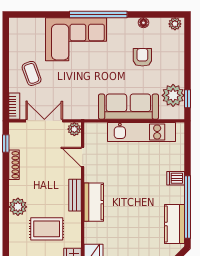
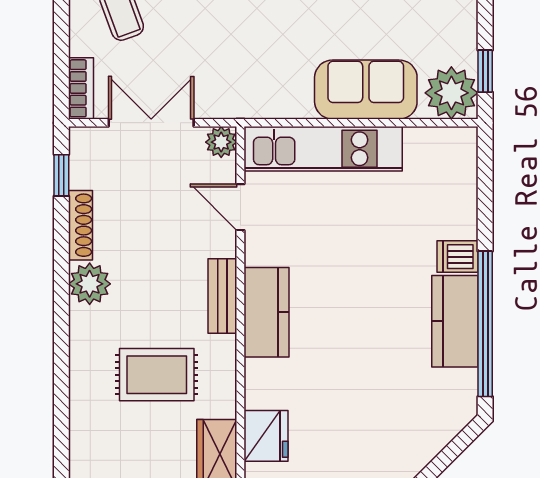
plant: (173, 95) -> (451, 93), moved
sofa: (128, 107) -> (366, 90), width x0.73
kitchen unit: (142, 132) -> (323, 149), moved
plant: (18, 207) -> (90, 284), moved
kitchen counter: (175, 224) -> (455, 321), moved

